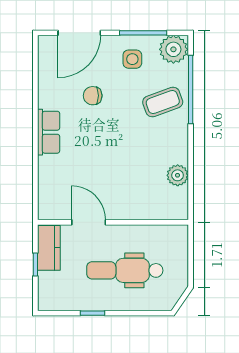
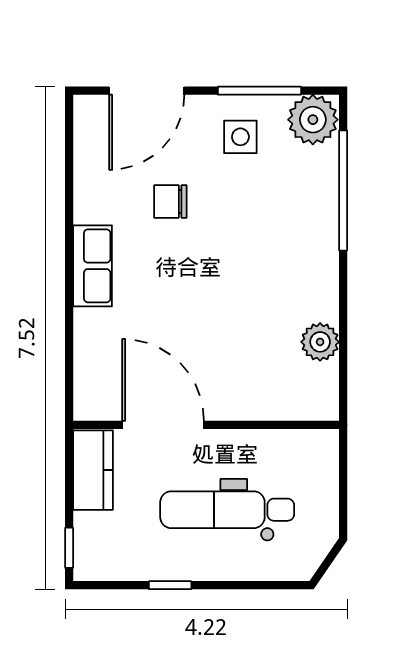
coffee table: (163, 102) -> (294, 213), removed
door: (89, 222) -> (163, 425), width x1.36
window: (35, 265) -> (69, 548), moved

